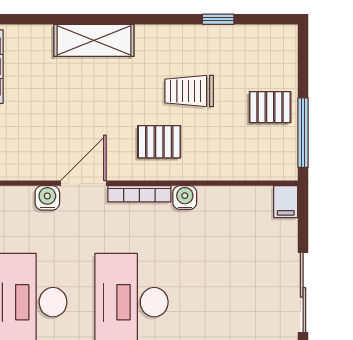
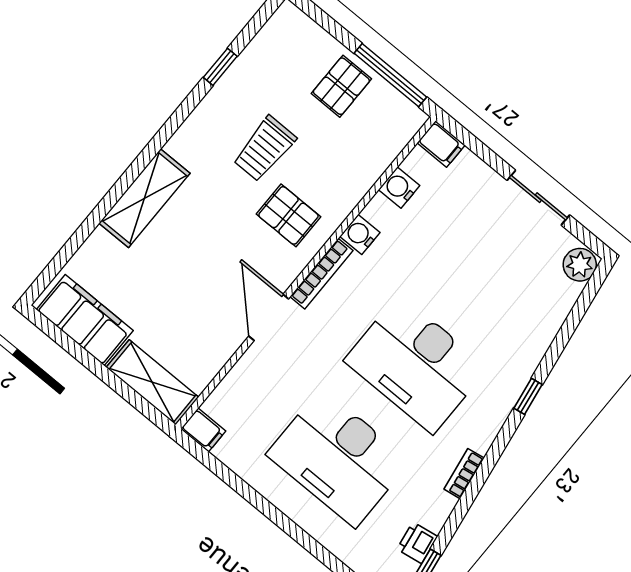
pallet: (159, 142) -> (288, 215), turned 90
water cooler: (47, 198) -> (399, 188), moved
sliding door: (303, 292) -> (538, 198), width x0.73

